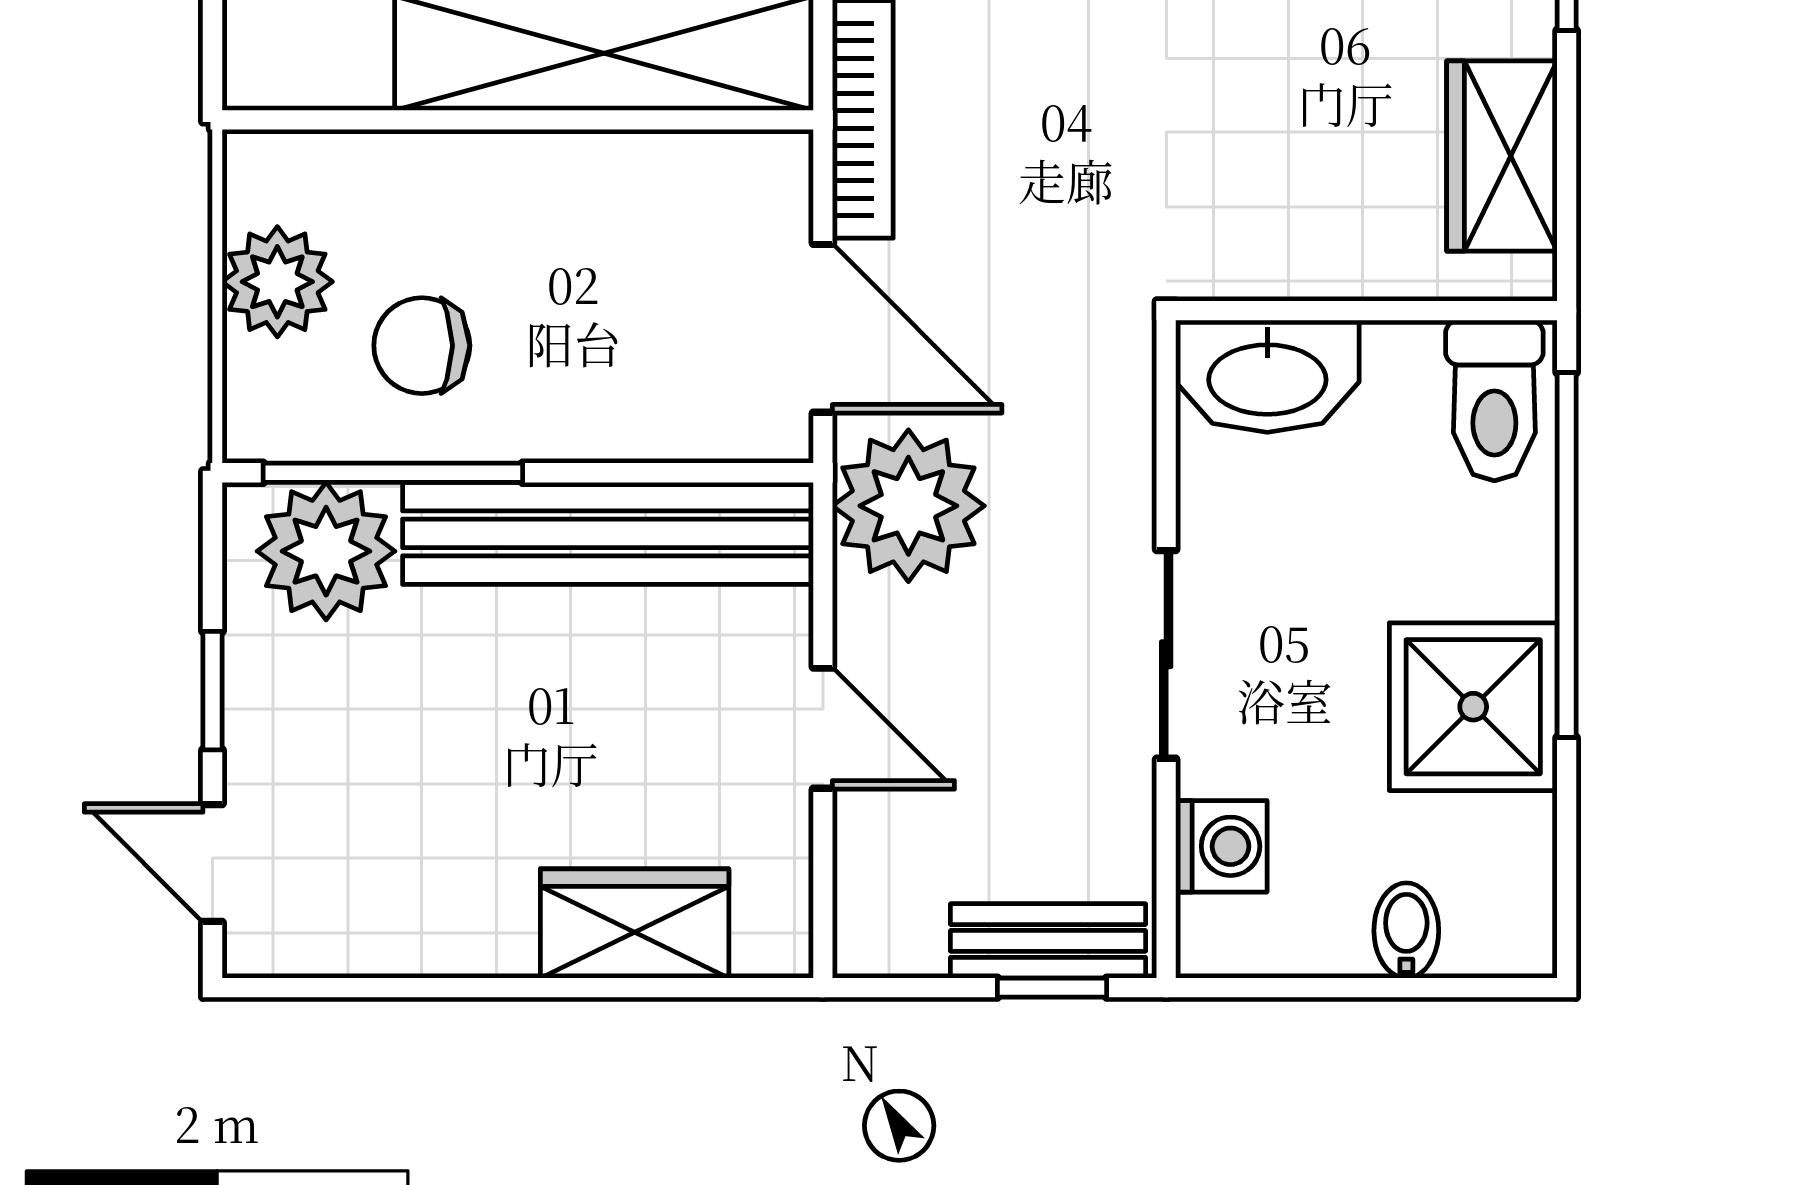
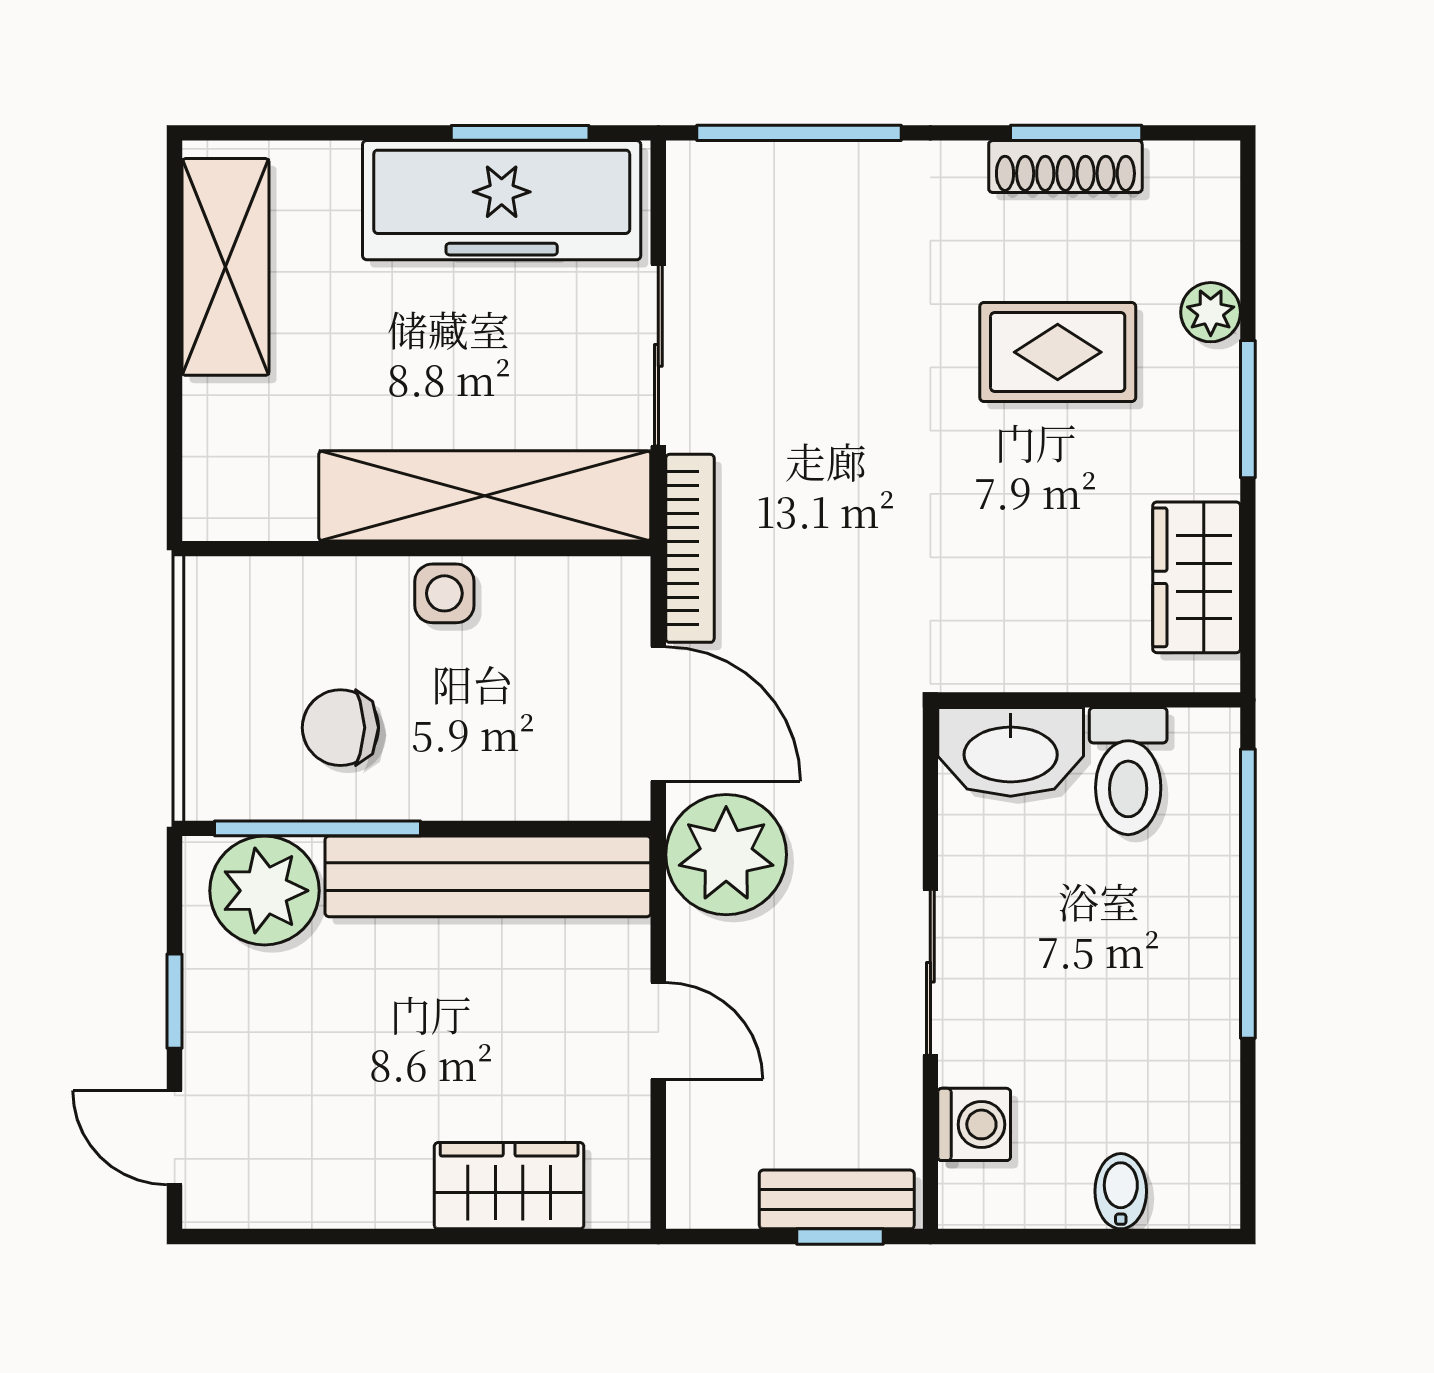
side table: (553, 176) -> (444, 593), added
plant: (277, 282) -> (226, 677), removed
toilet: (1494, 400) -> (1128, 771), moved
shower: (1473, 707) -> (1174, 1014), removed

